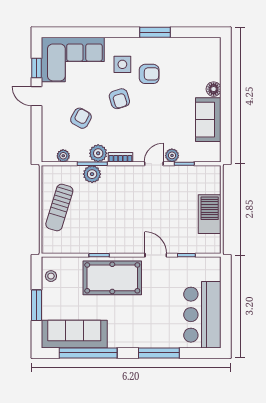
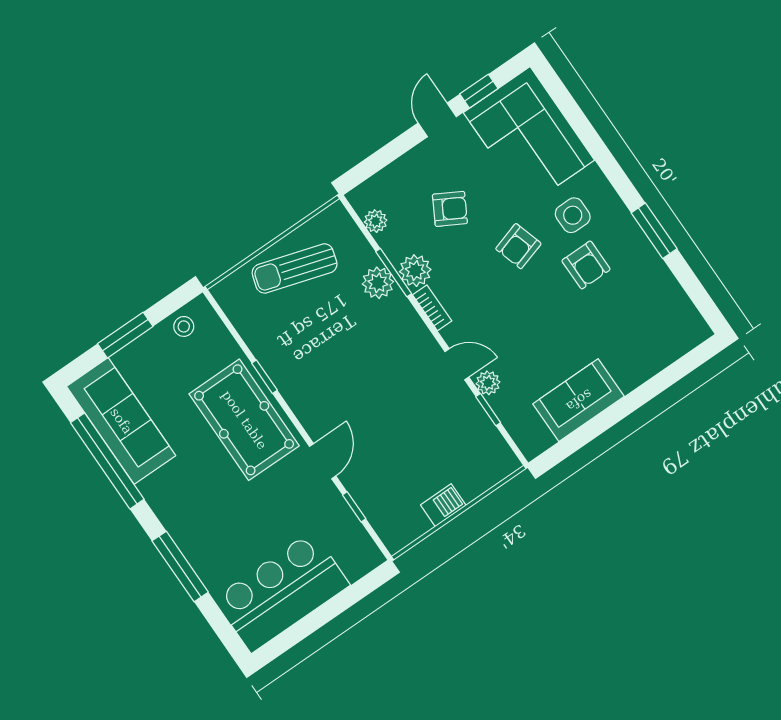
floor lamp: (214, 89) -> (630, 377), removed
barbecue: (210, 214) -> (443, 505), width x0.53, depth x0.65

